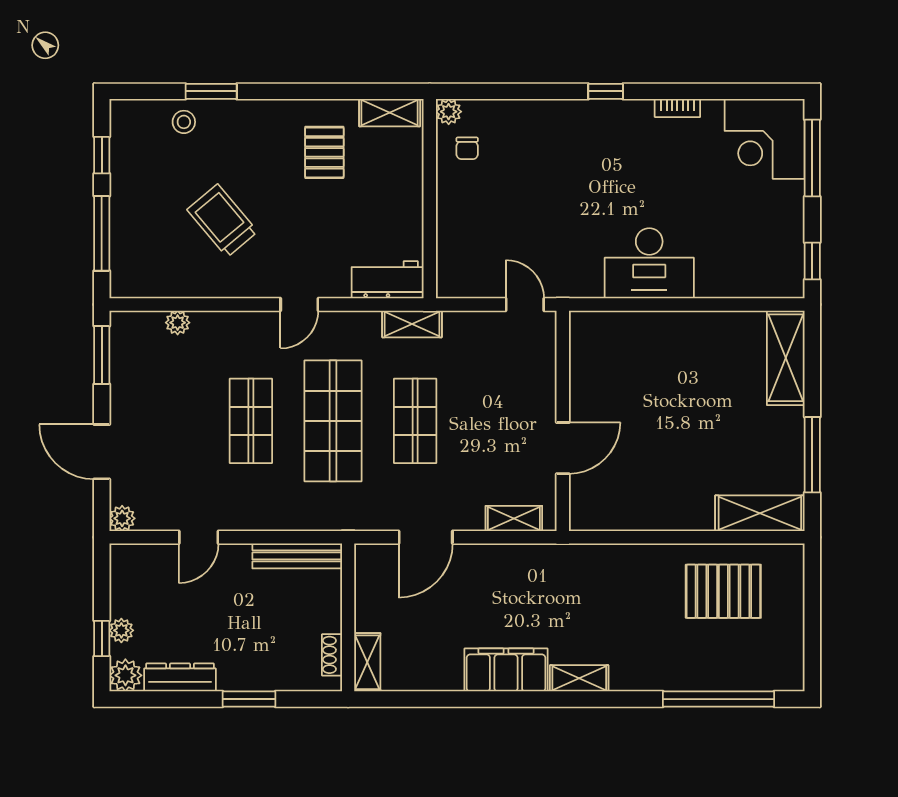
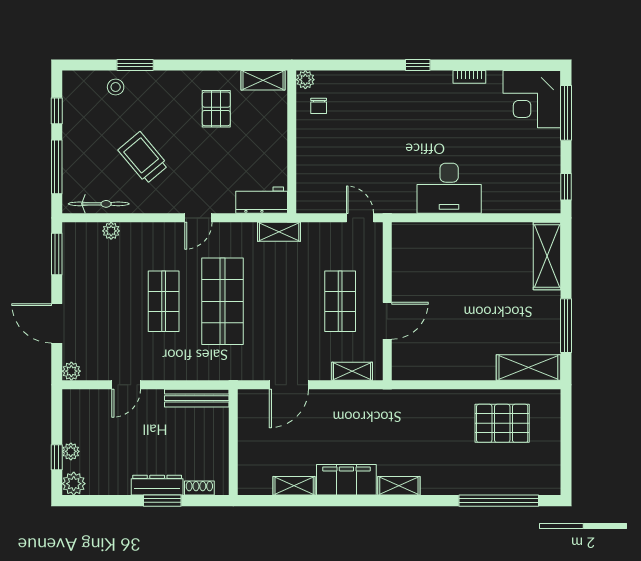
bicycle: (160, 285) -> (99, 204), added
shop shelf: (415, 421) -> (340, 301), moved
shoe rack: (332, 655) -> (199, 488), moved, turned 90
shelving: (367, 662) -> (294, 486), moved, turned 90
dresser: (180, 677) -> (157, 485), moved

